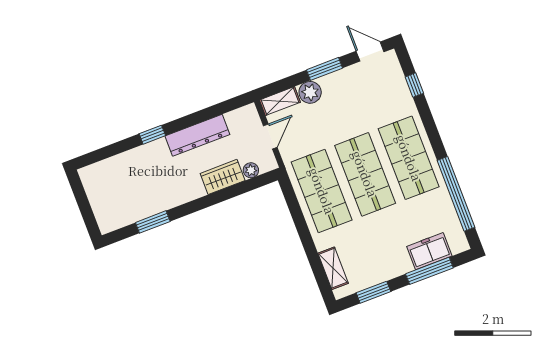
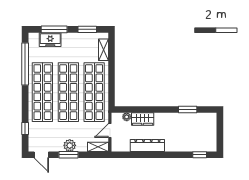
plant: (310, 92) -> (70, 145), moved
window: (152, 135) -> (200, 155), moved
shop shelf: (409, 158) -> (42, 92), width x1.40
shop shelf: (365, 174) -> (68, 92), width x1.40
shop shelf: (322, 191) -> (94, 92), width x1.40

